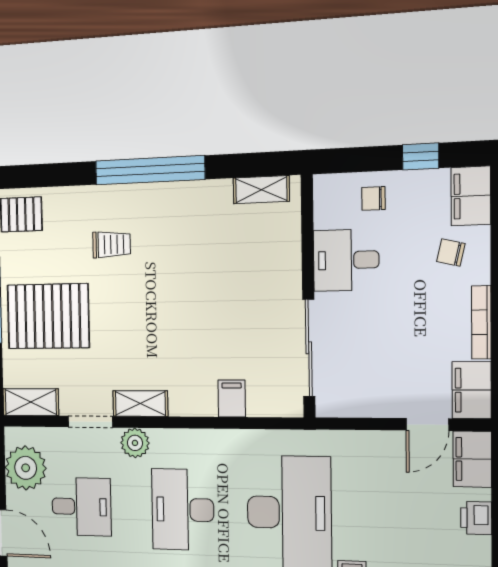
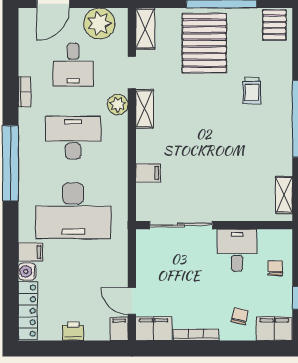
filing cabinet: (472, 459) -> (119, 329), width x0.50

